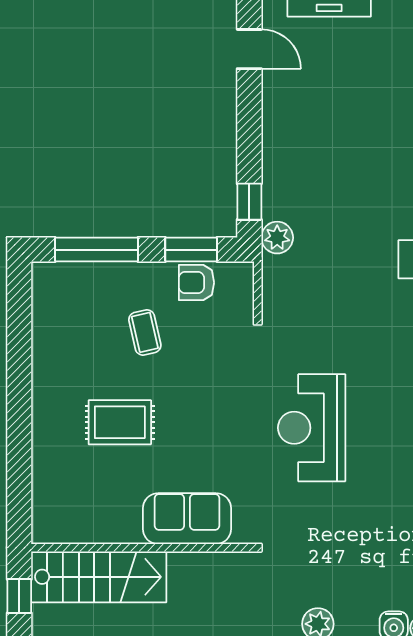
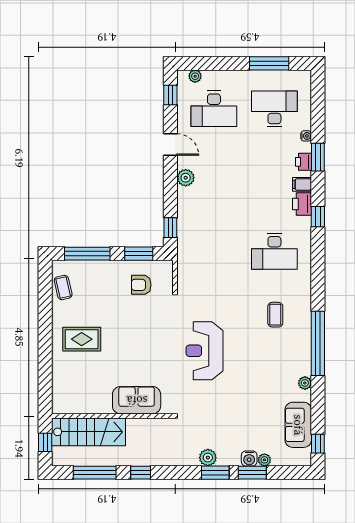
plant: (277, 238) -> (186, 178), moved
armchair: (196, 283) -> (141, 285), moved
coffee table: (145, 332) -> (63, 288), moved
rug: (120, 422) -> (82, 339), moved

